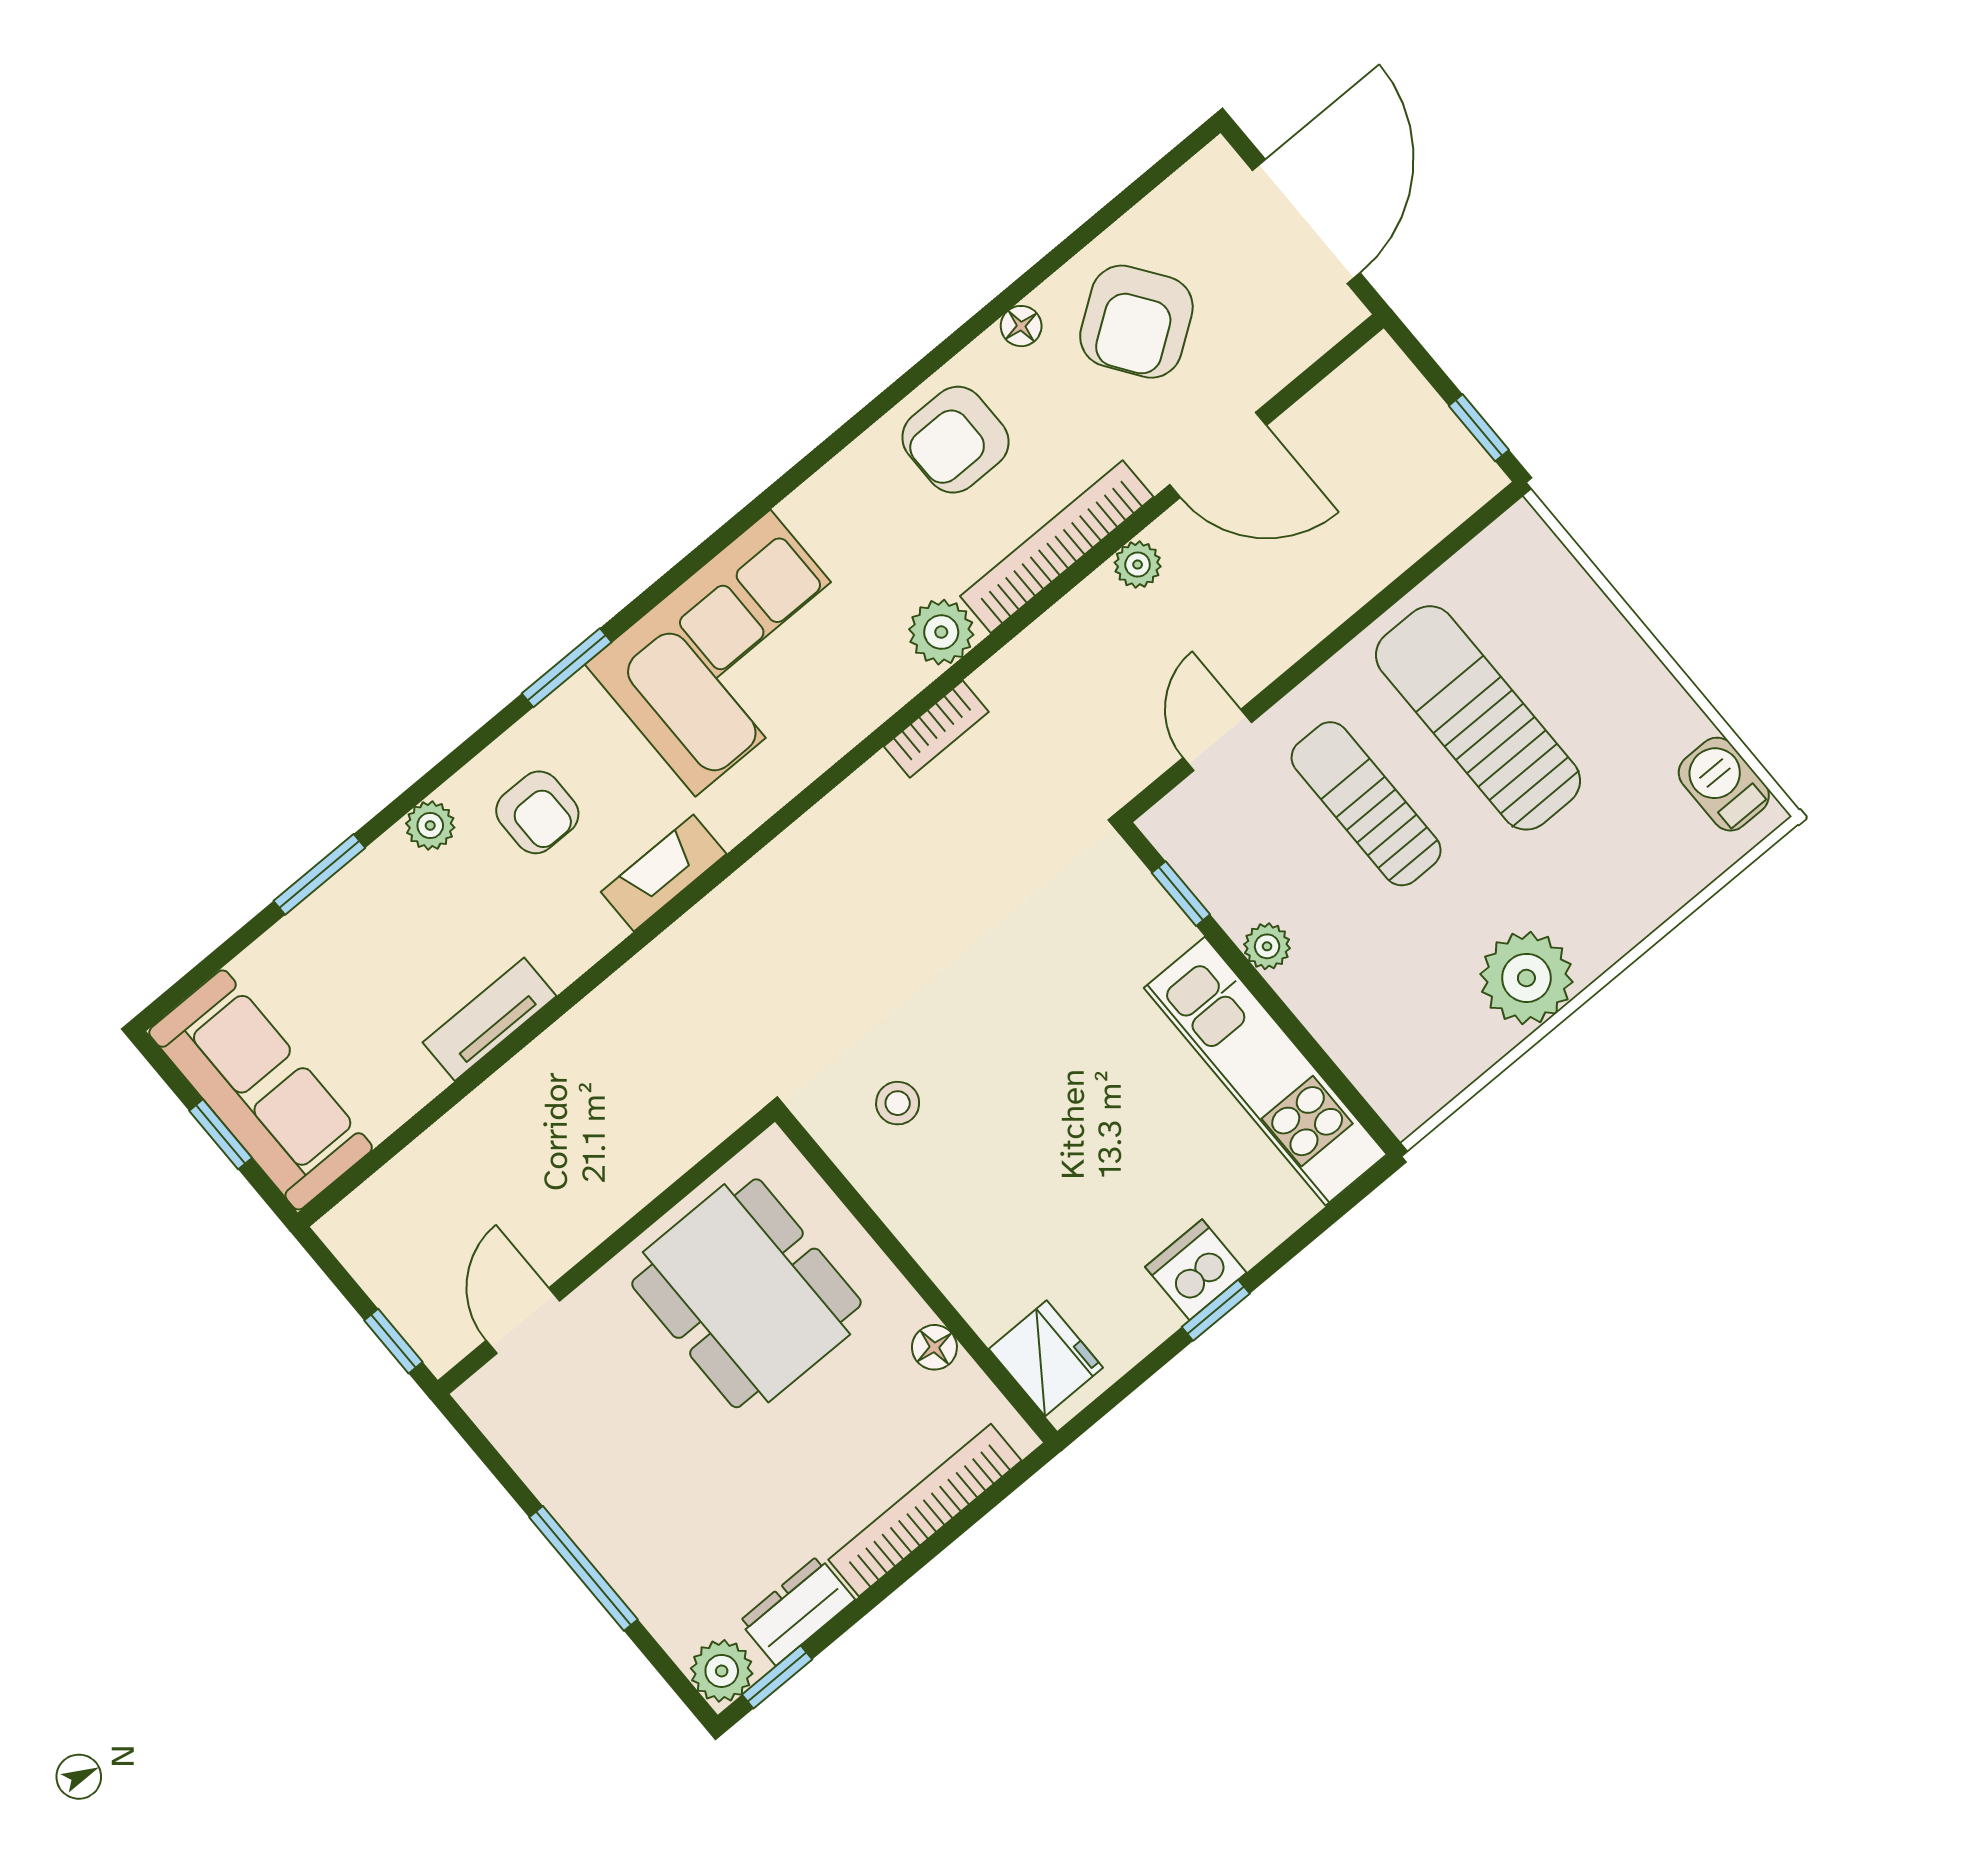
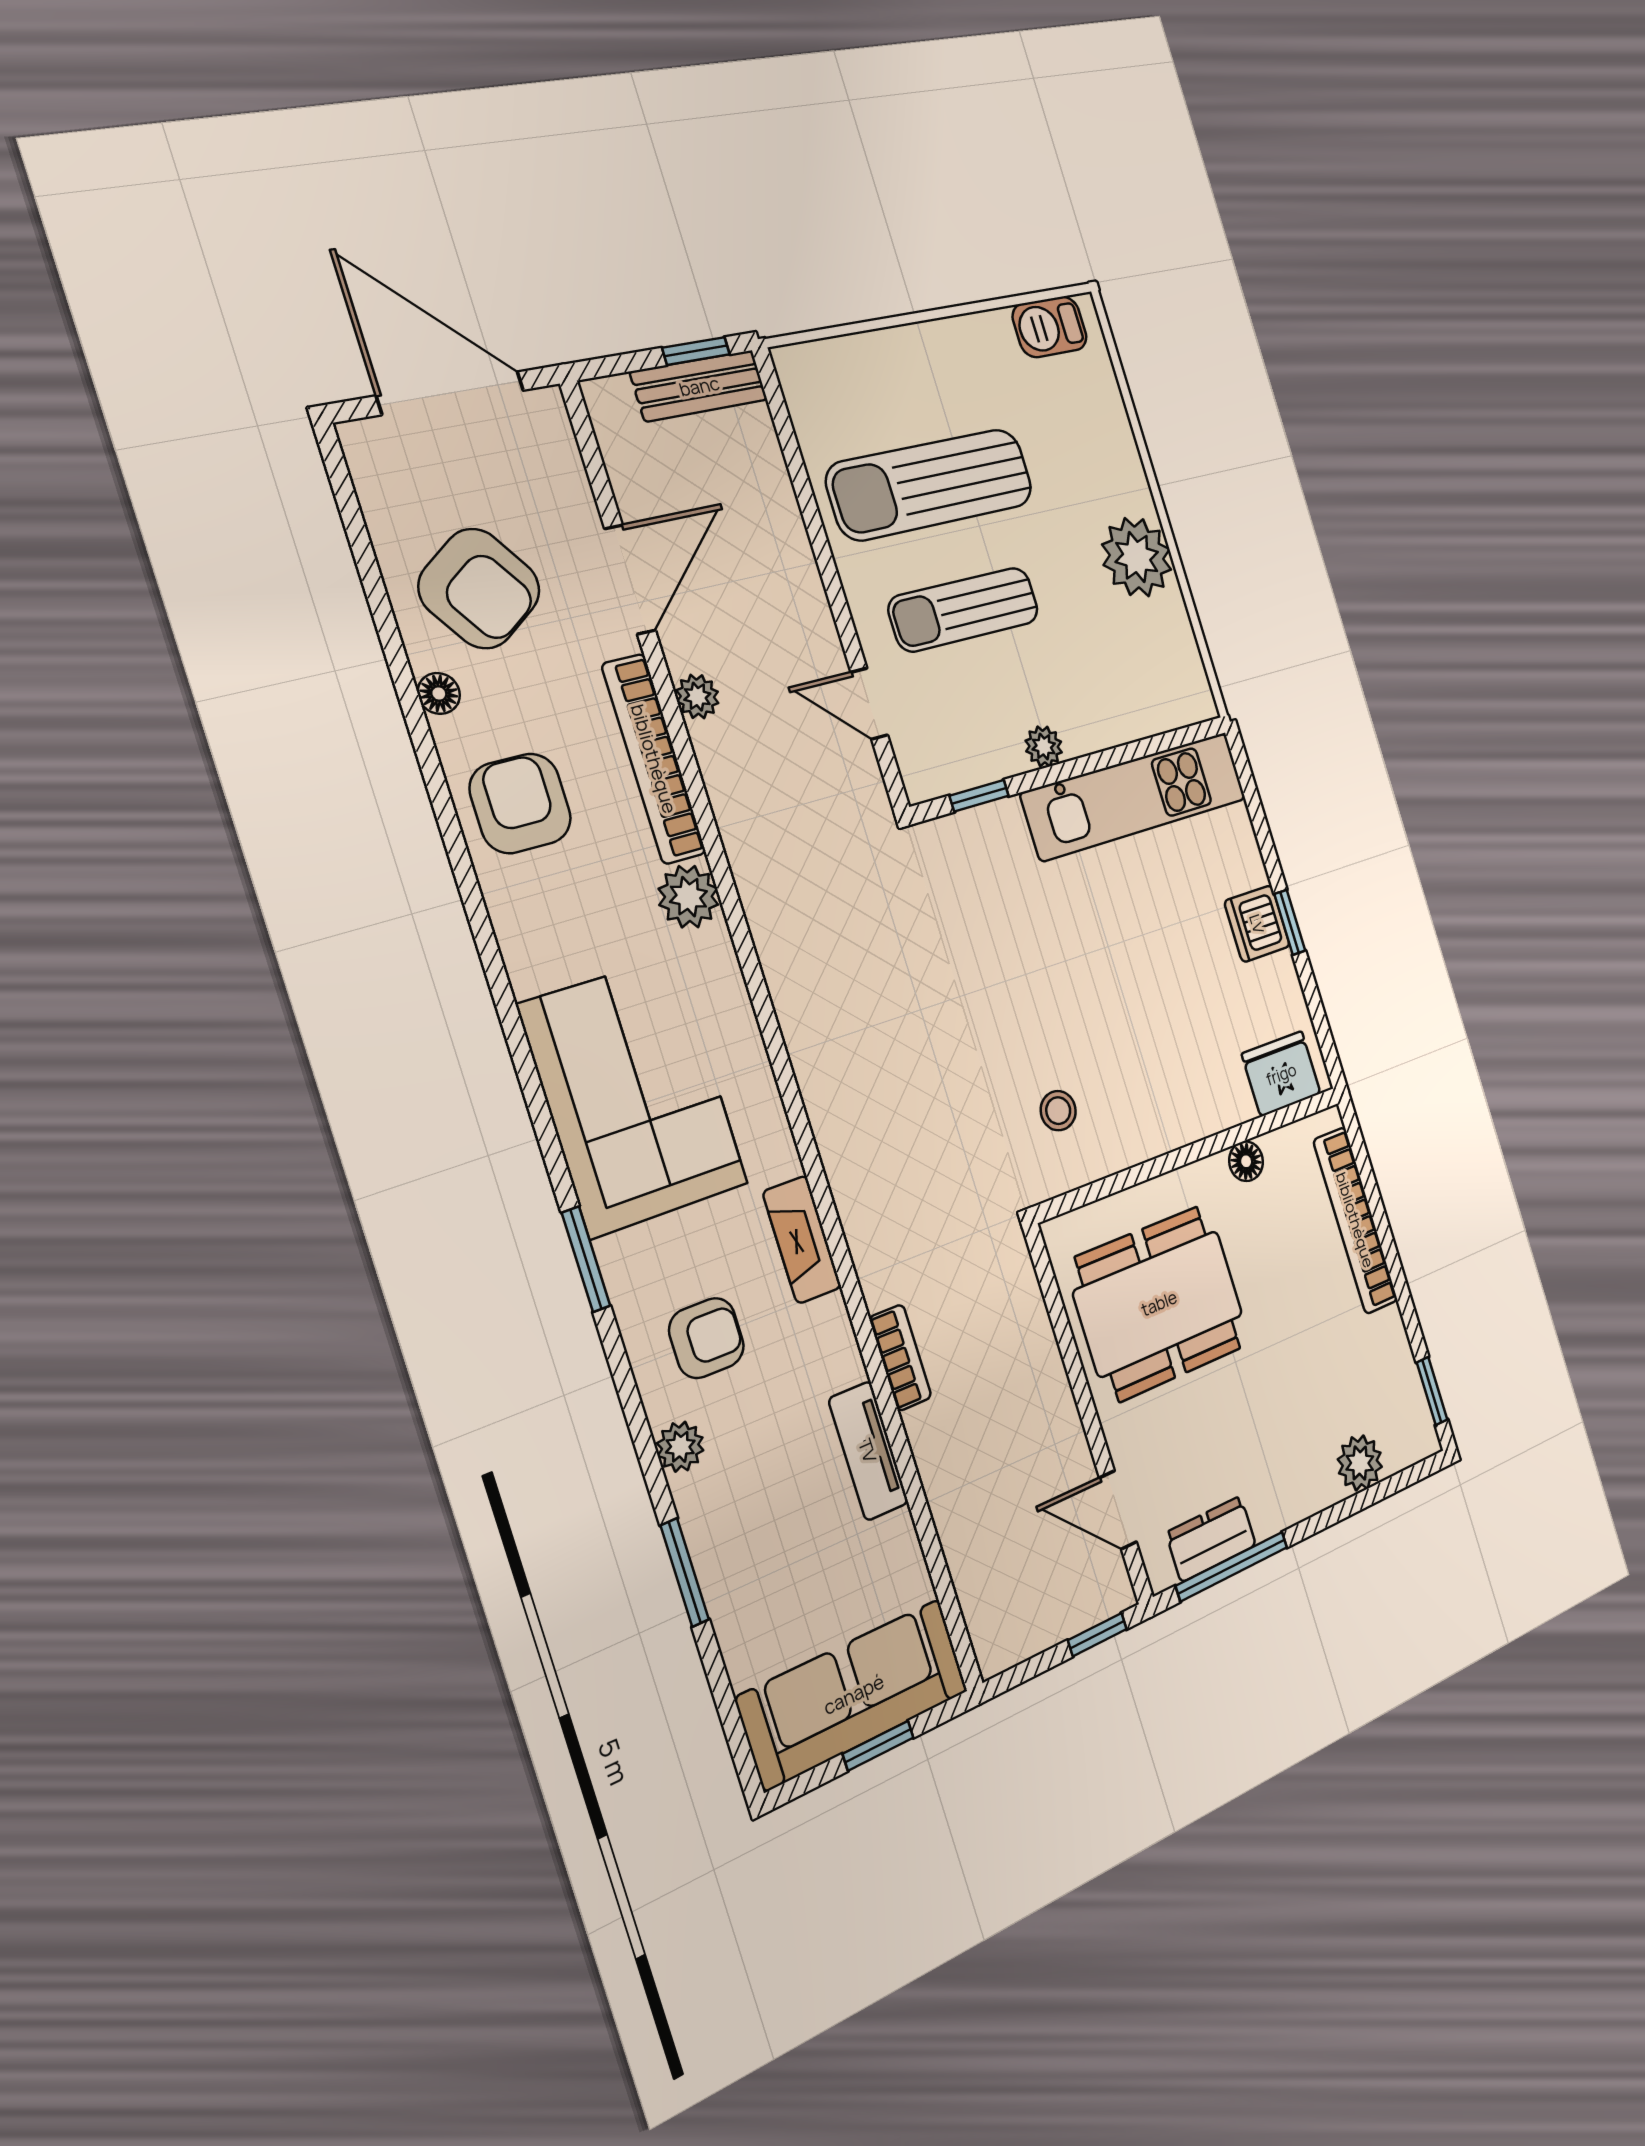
armchair: (955, 440) -> (520, 803), turned 180
bench: (1446, 445) -> (699, 386), added
bookcase: (936, 729) -> (900, 1358), moved
window: (583, 1568) -> (1232, 1566), moved
dresser: (797, 1611) -> (1211, 1539), moved, turned 90
plant: (722, 1671) -> (1360, 1463), moved

